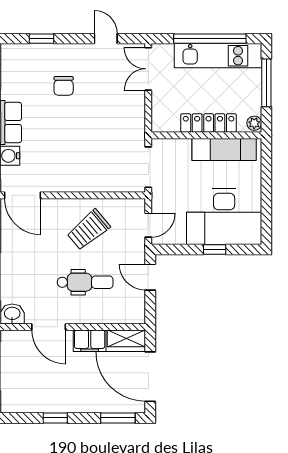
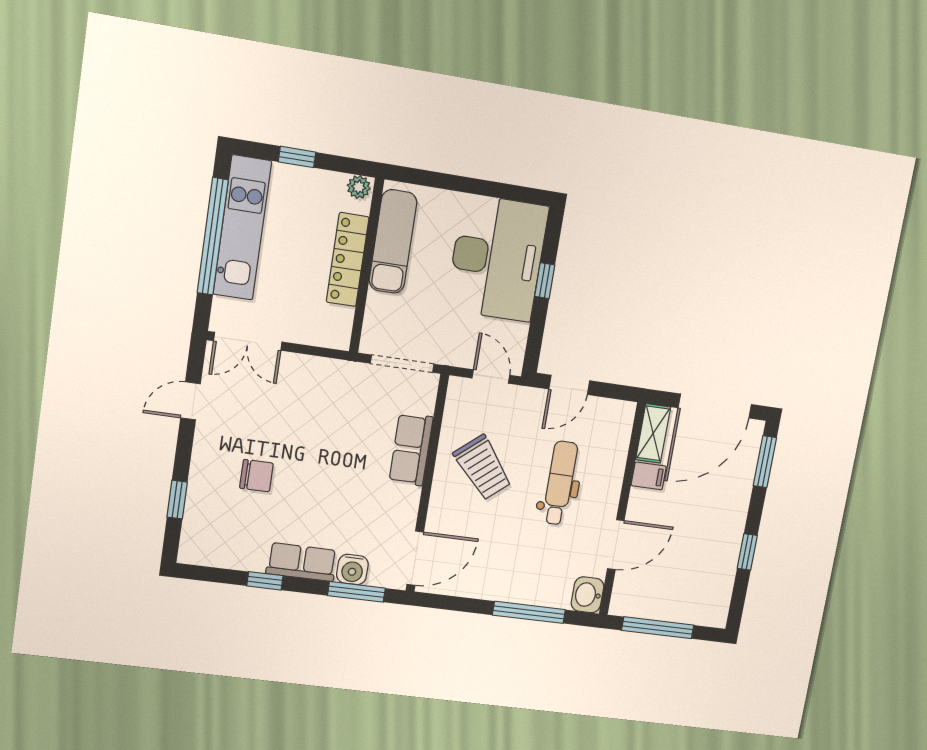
window: (266, 83) -> (297, 157), width x0.46
row of seats: (94, 181) -> (411, 449), added
filing cabinet: (90, 341) -> (649, 476), width x0.50

